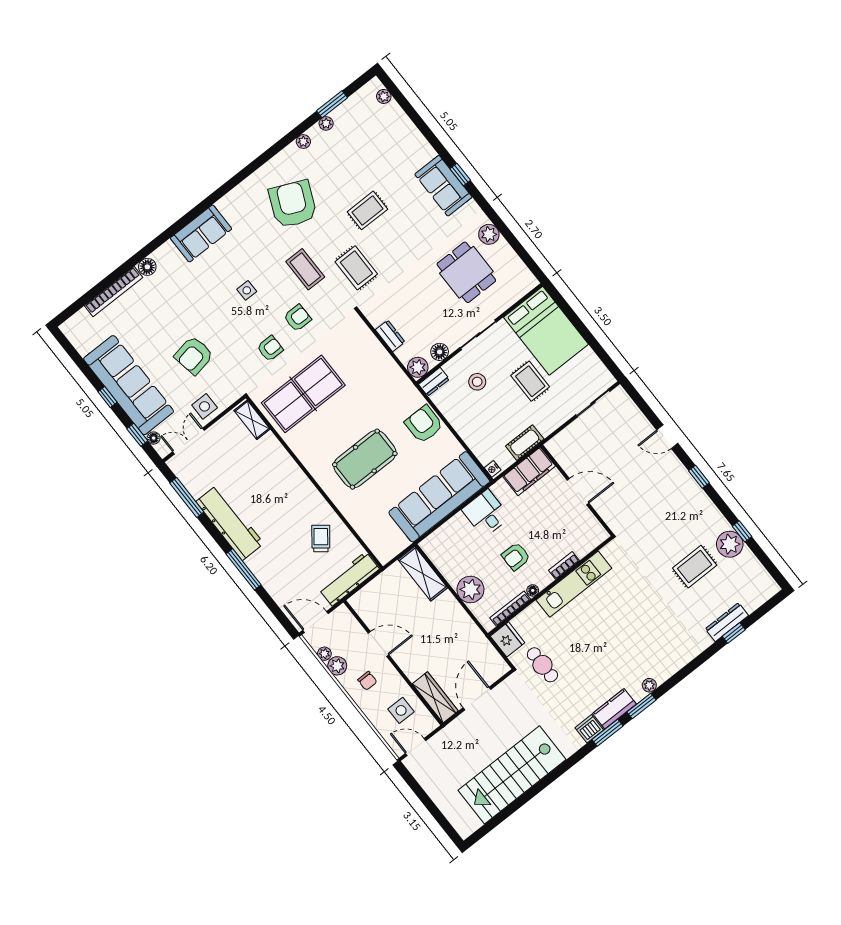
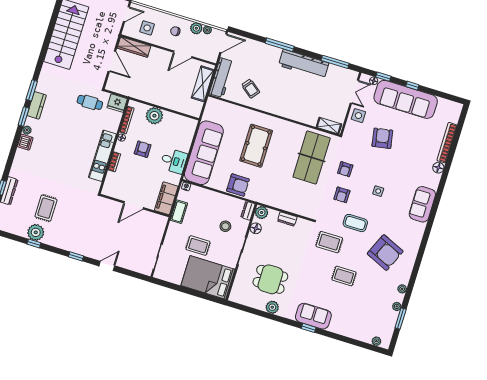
rug: (367, 210) -> (344, 276), turned 90
shelving: (423, 574) -> (203, 84), moved, turned 90
dishwasher: (589, 729) -> (25, 142), moved

